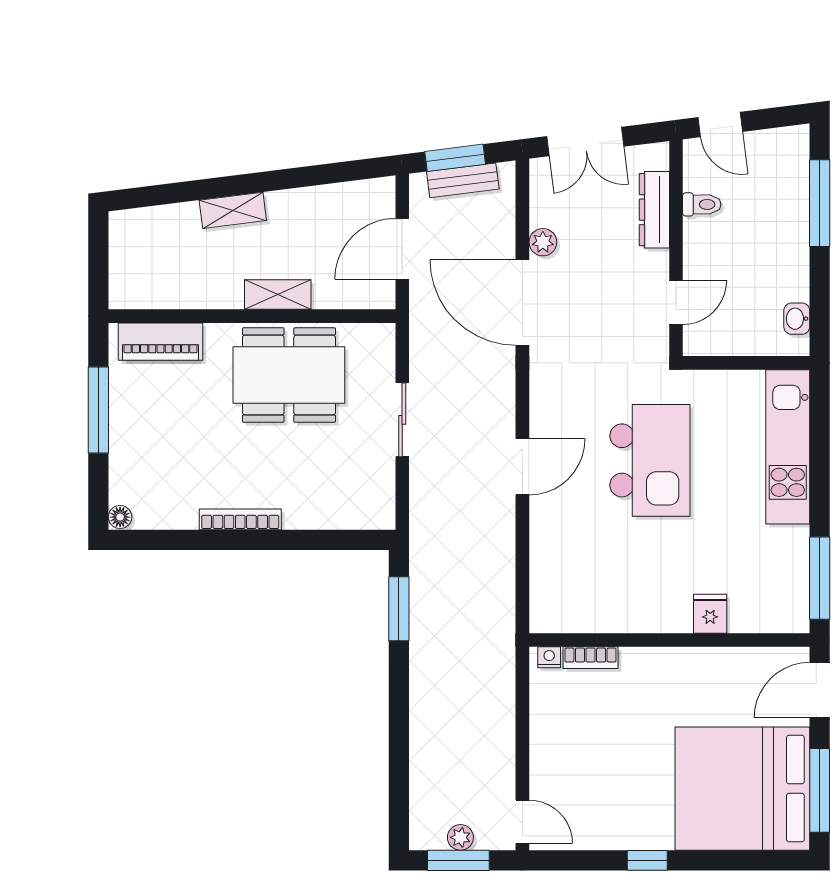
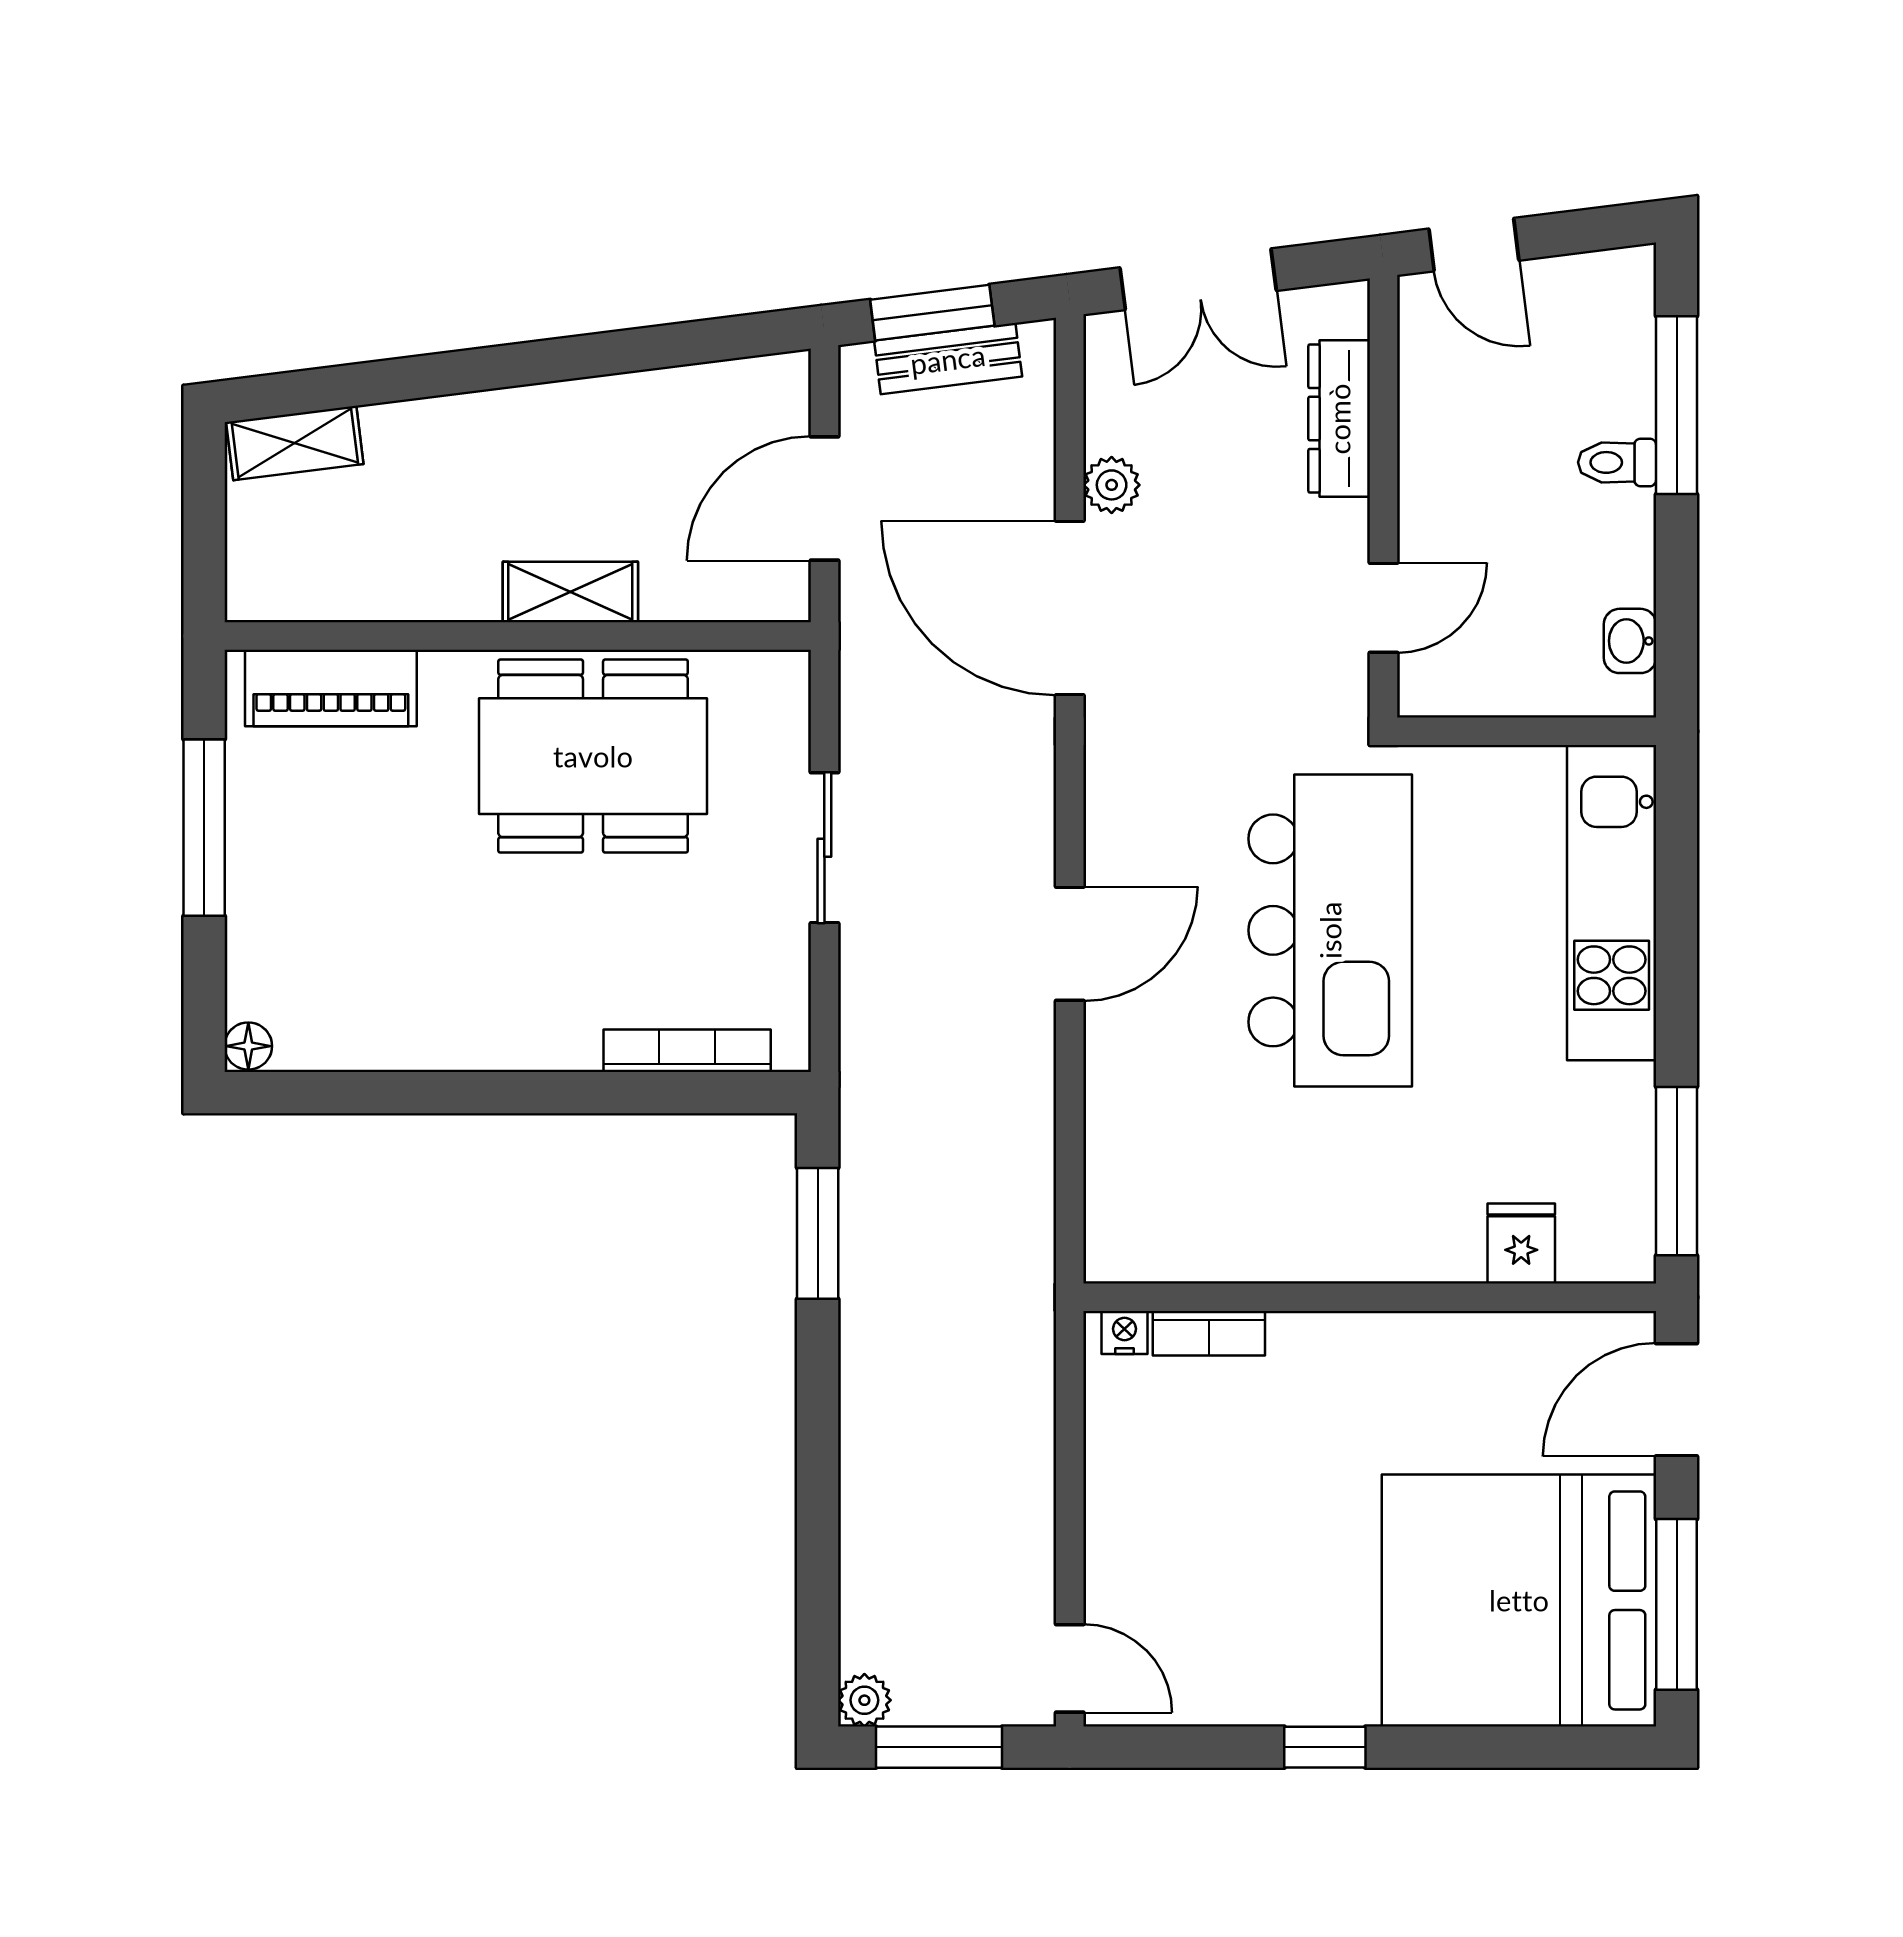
toilet: (702, 204) -> (1617, 462), moved, turned 180
shelving: (233, 210) -> (295, 443), moved
kitchen island: (650, 460) -> (1330, 930), width x1.37
bookcase: (240, 519) -> (687, 1051), moved
fridge: (710, 614) -> (1521, 1243), moved
plant: (460, 837) -> (864, 1700), moved

